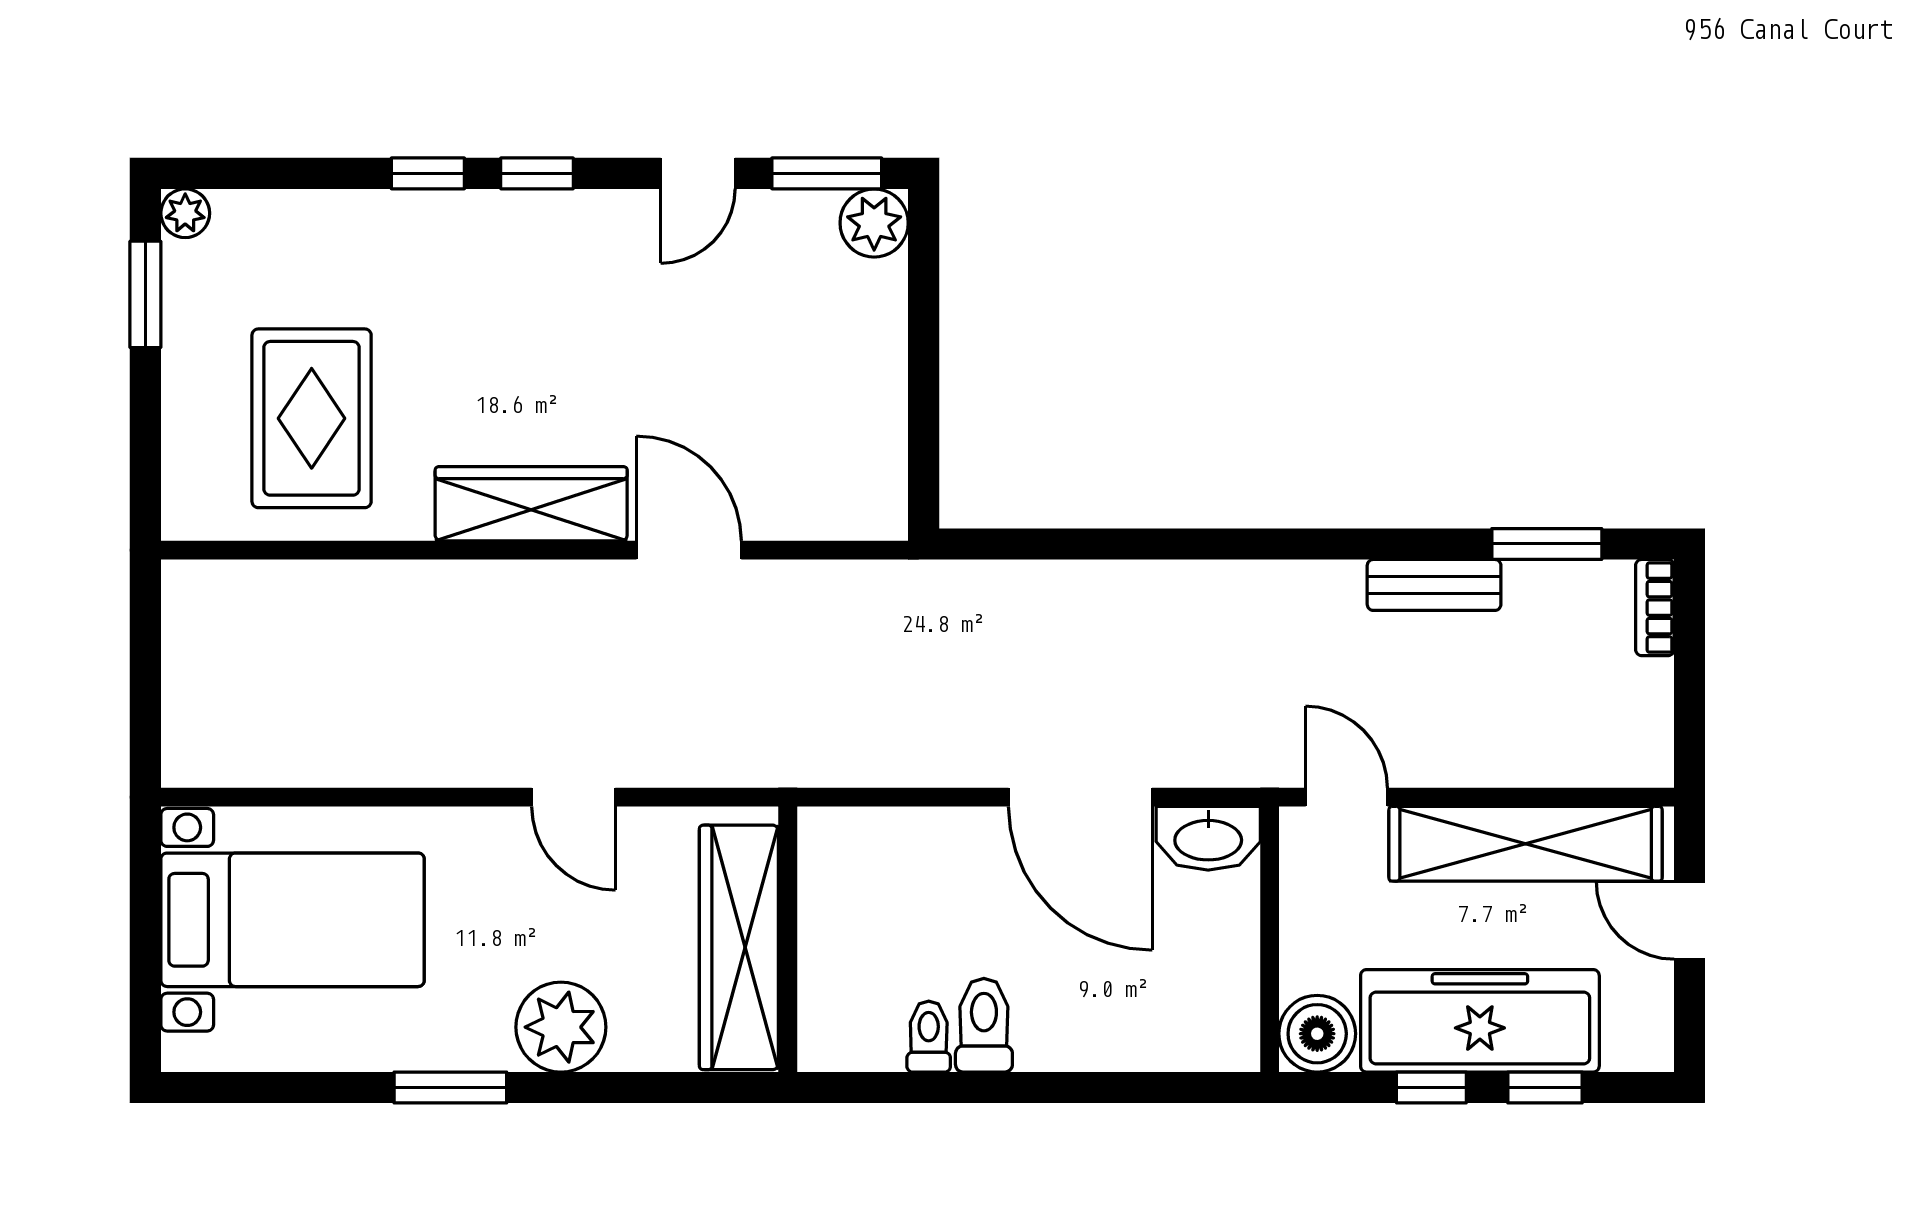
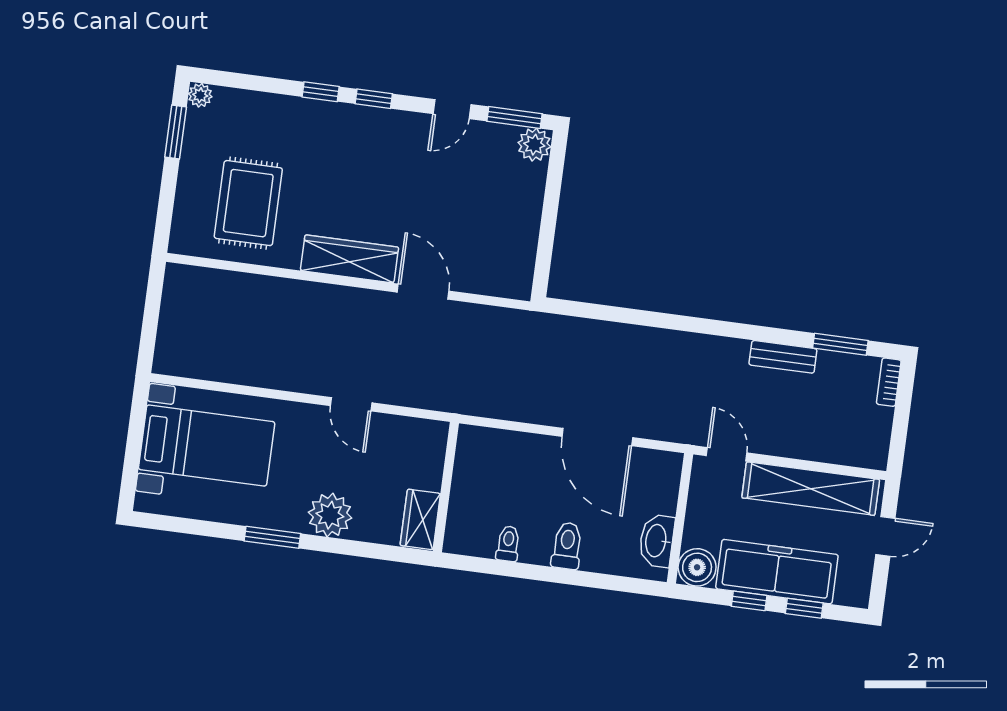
washbasin: (1208, 838) -> (657, 541), moved, turned 90
door: (1690, 920) -> (885, 536), swing flipped
wardrobe: (739, 947) -> (420, 519), width x0.48, depth x0.85
toilet: (984, 1025) -> (567, 546), moved

